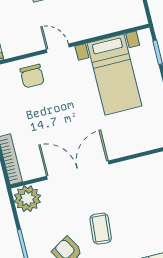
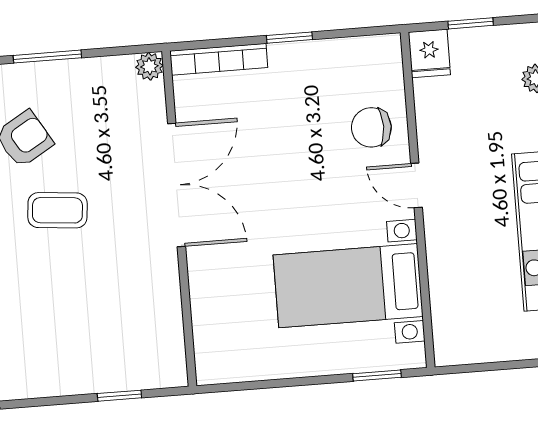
door: (58, 48) -> (416, 185), swing flipped
plant: (27, 199) -> (149, 66), width x0.53, depth x0.53

